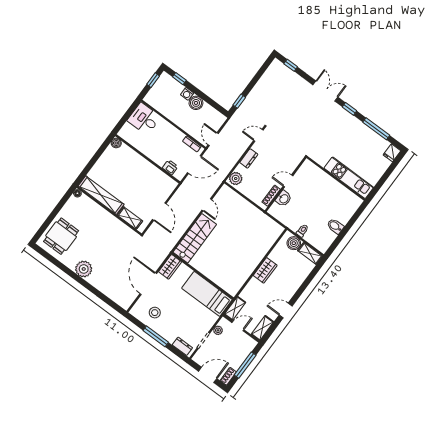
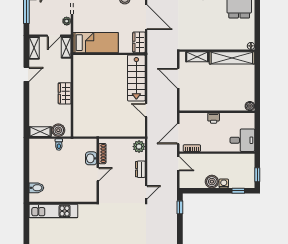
printer: (170, 167) -> (214, 118), moved
bidet: (335, 226) -> (36, 188), moved

